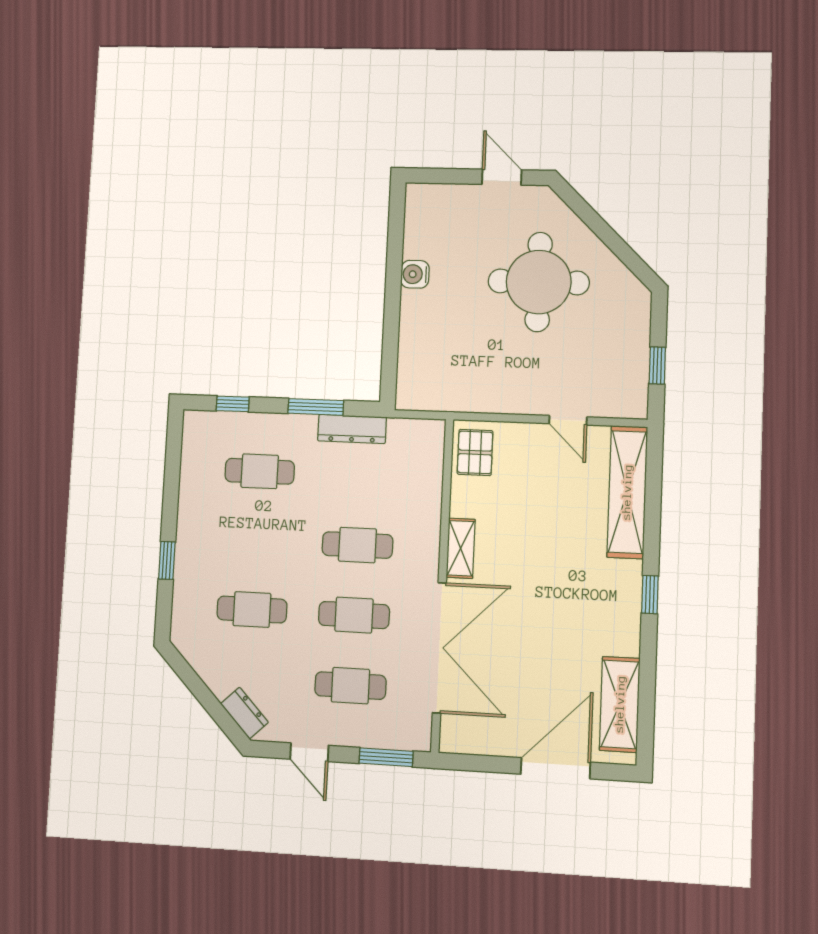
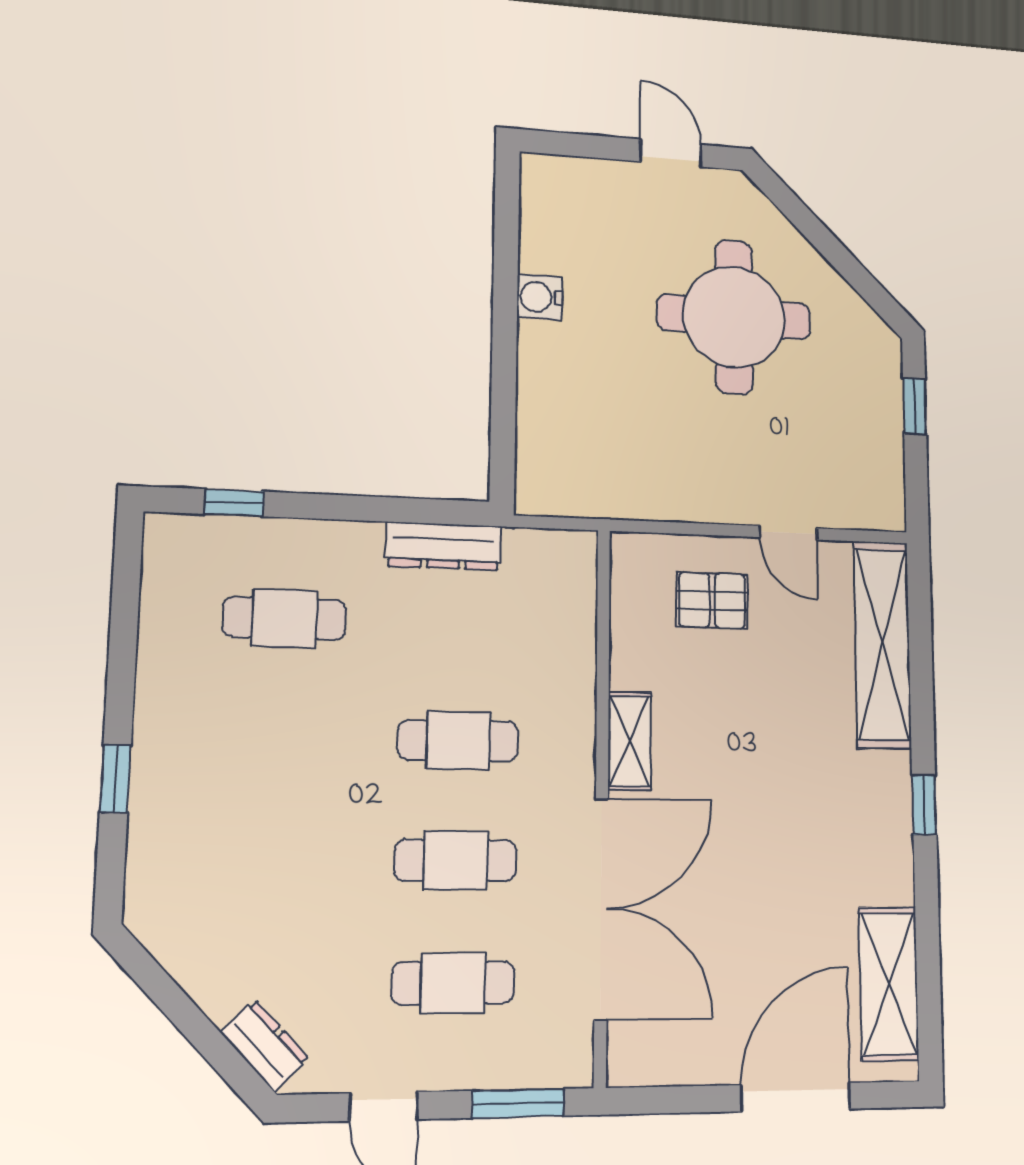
window: (657, 366) -> (915, 406), moved
window: (316, 407) -> (381, 509), removed
pallet: (475, 452) -> (712, 600), moved, turned 90
cafe table: (252, 610) -> (275, 860), removed

